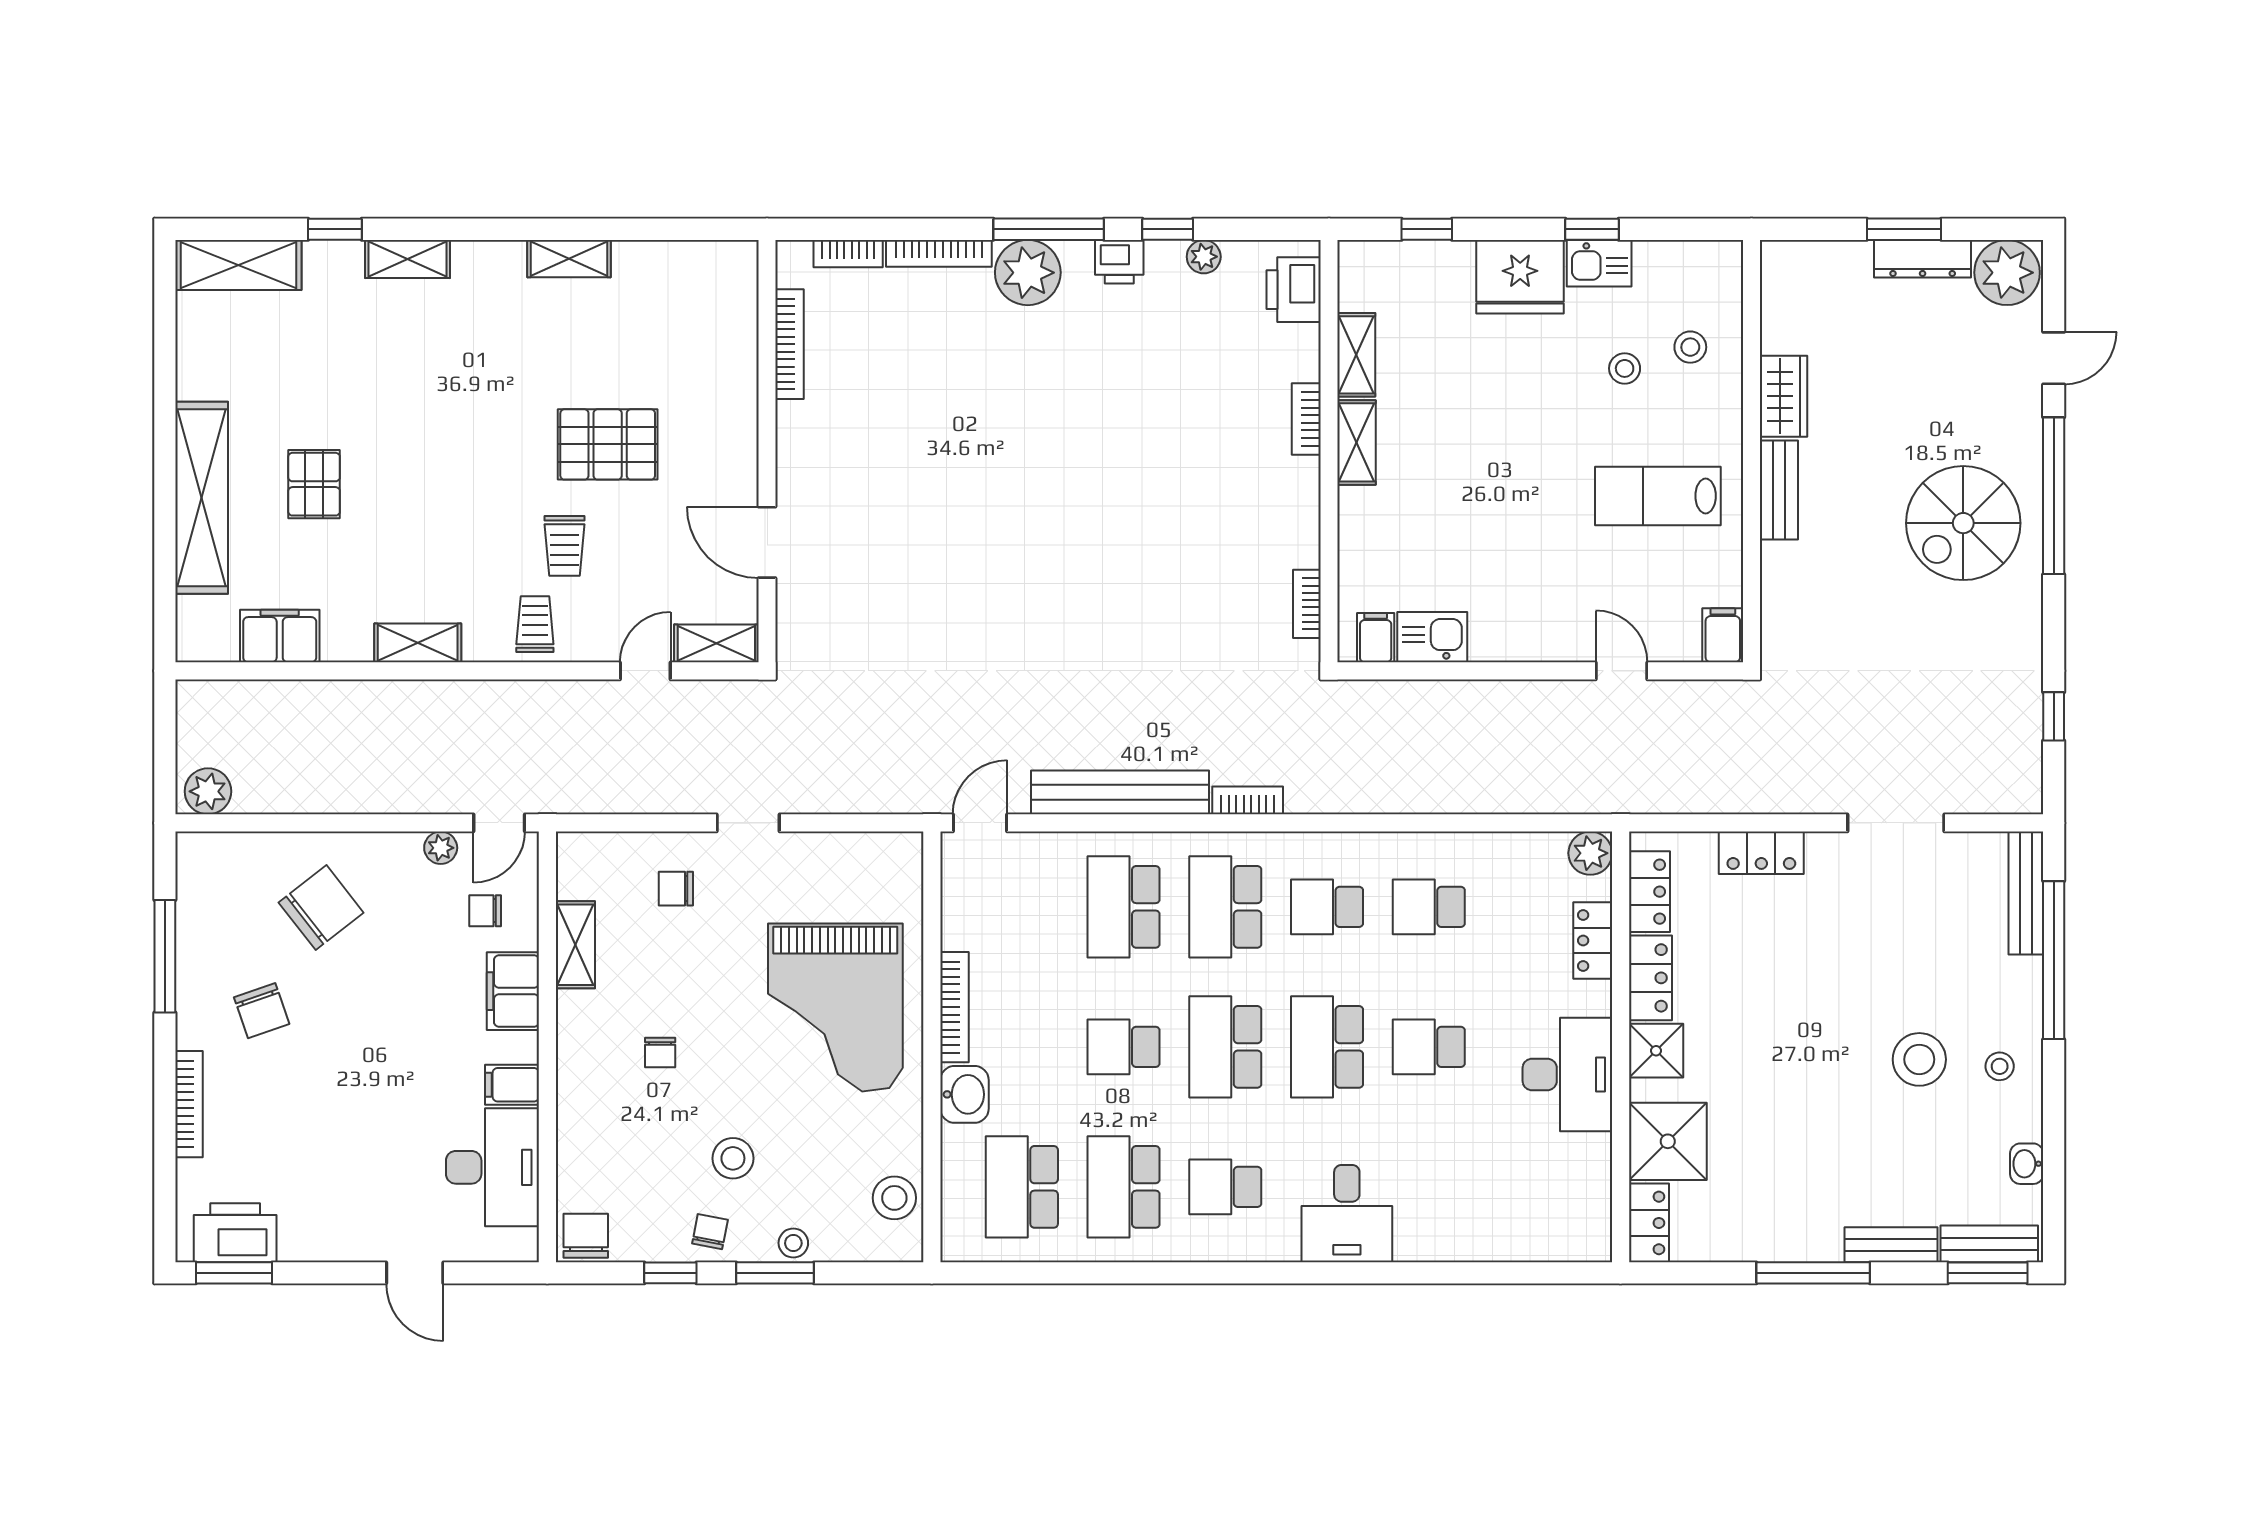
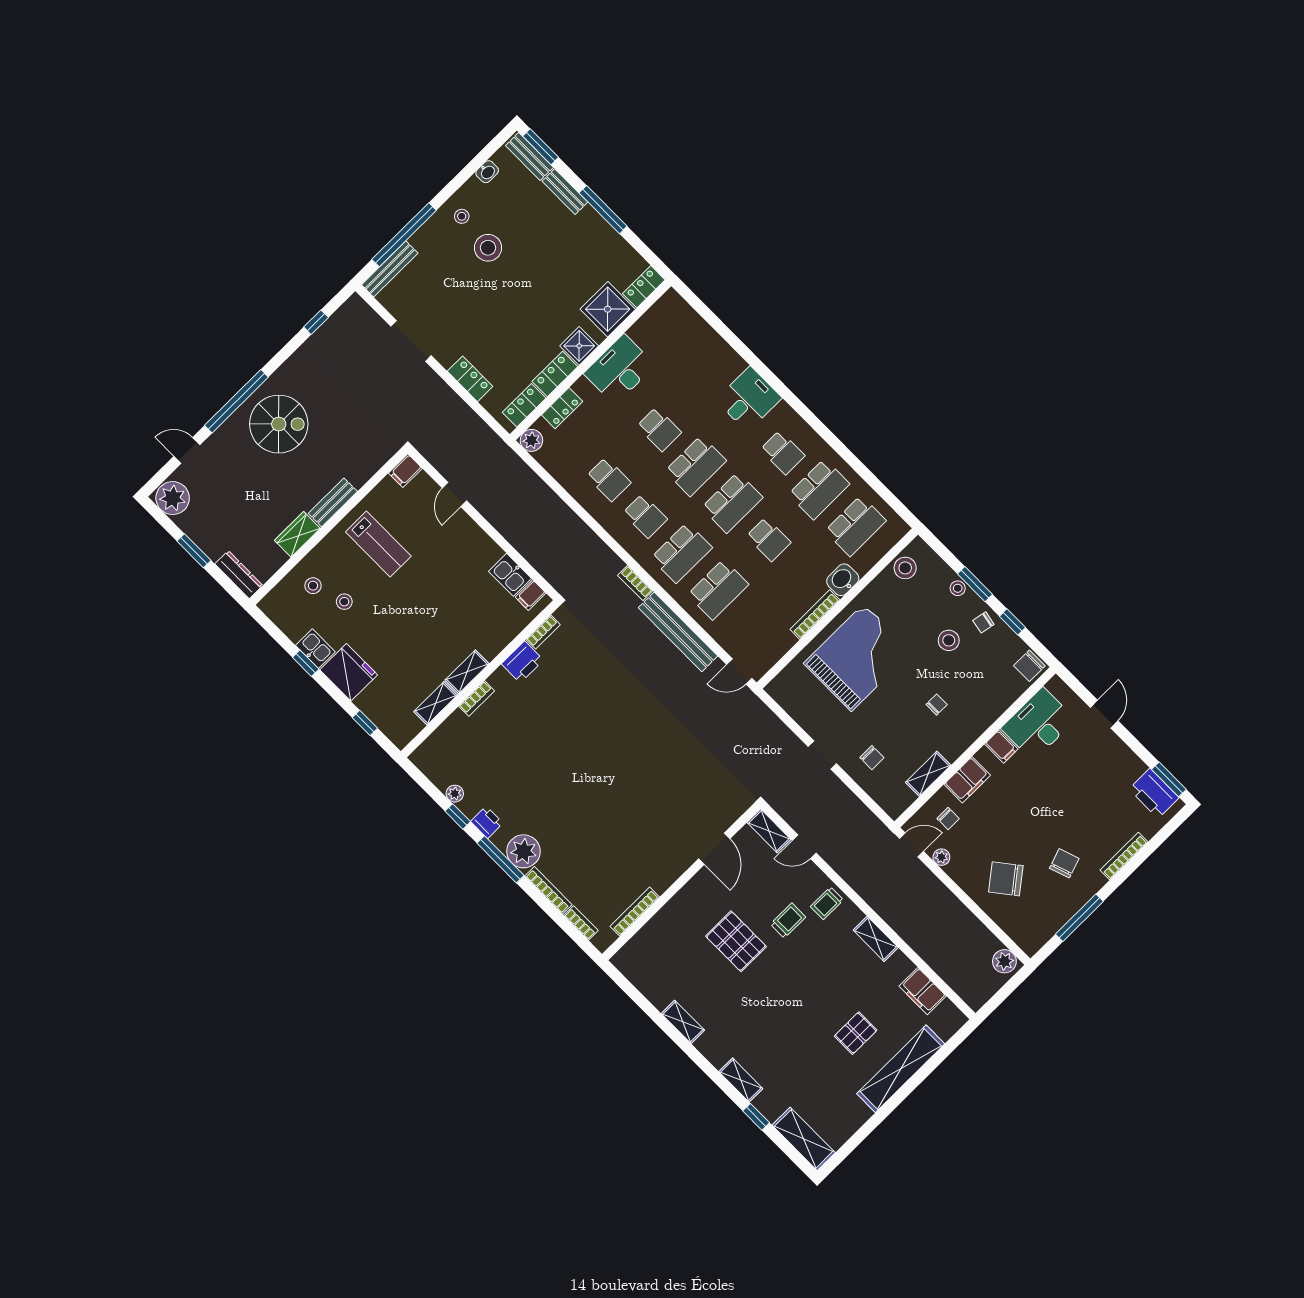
dresser: (1923, 259) -> (239, 575), moved
printer: (1294, 290) -> (522, 662), moved

